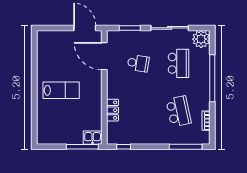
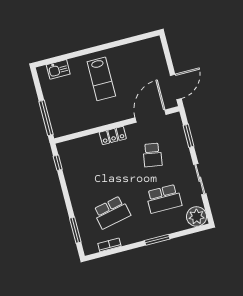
sliding door: (170, 28) -> (200, 179), width x0.73
window: (212, 78) -> (157, 240), width x0.47
locker: (112, 110) -> (113, 135), moved
kitchen sink: (93, 138) -> (58, 69), moved, turned 90
window: (186, 147) -> (75, 230), width x0.69

